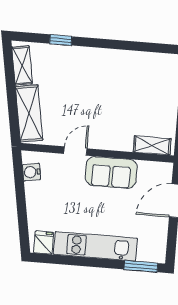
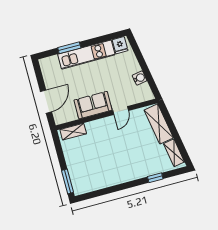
water cooler: (31, 172) -> (140, 78), moved
window: (141, 266) -> (69, 48), moved

